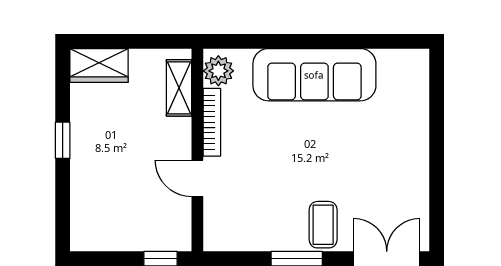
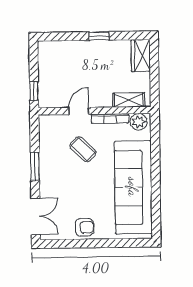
sofa: (314, 75) -> (133, 187), width x1.36, depth x1.27
armchair: (408, 171) -> (85, 227), added
coffee table: (323, 225) -> (83, 149), moved, turned 43

